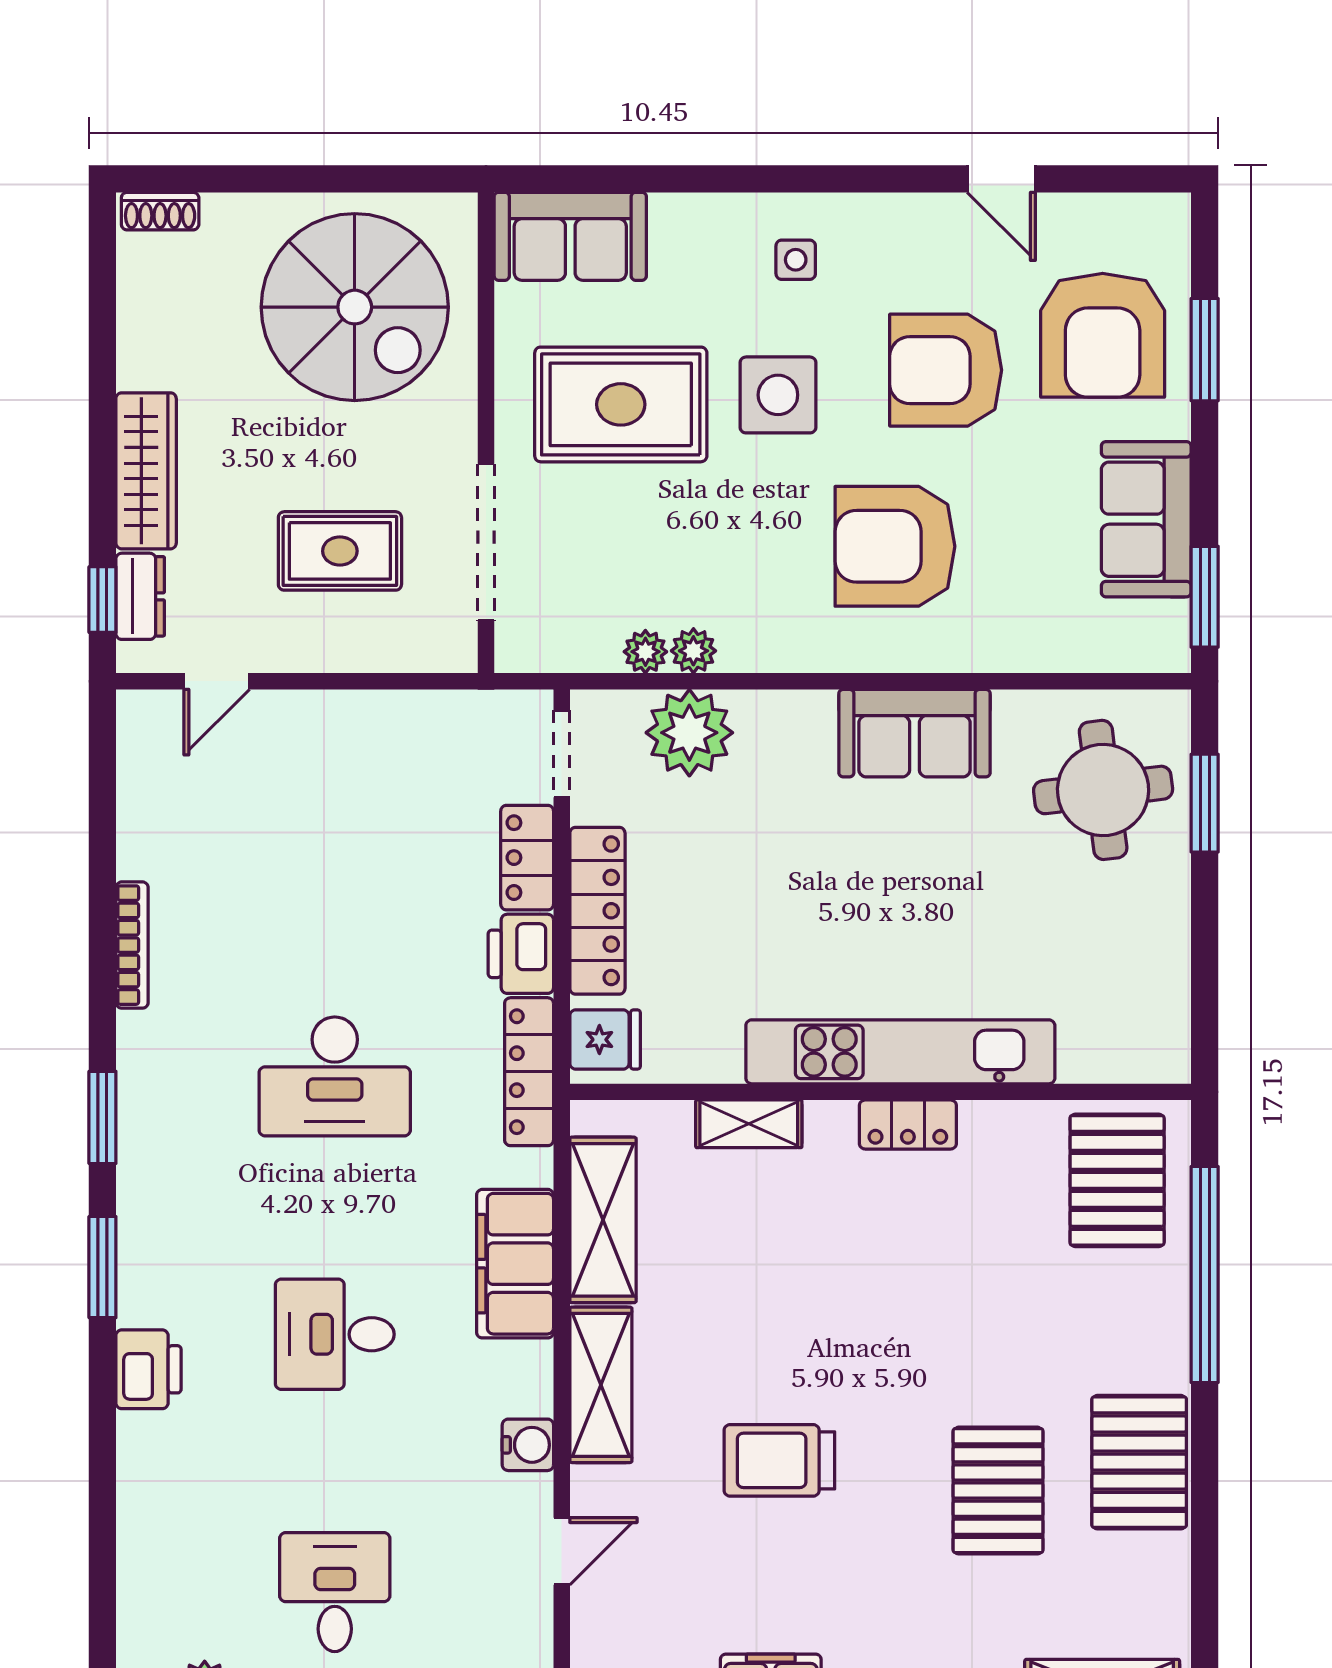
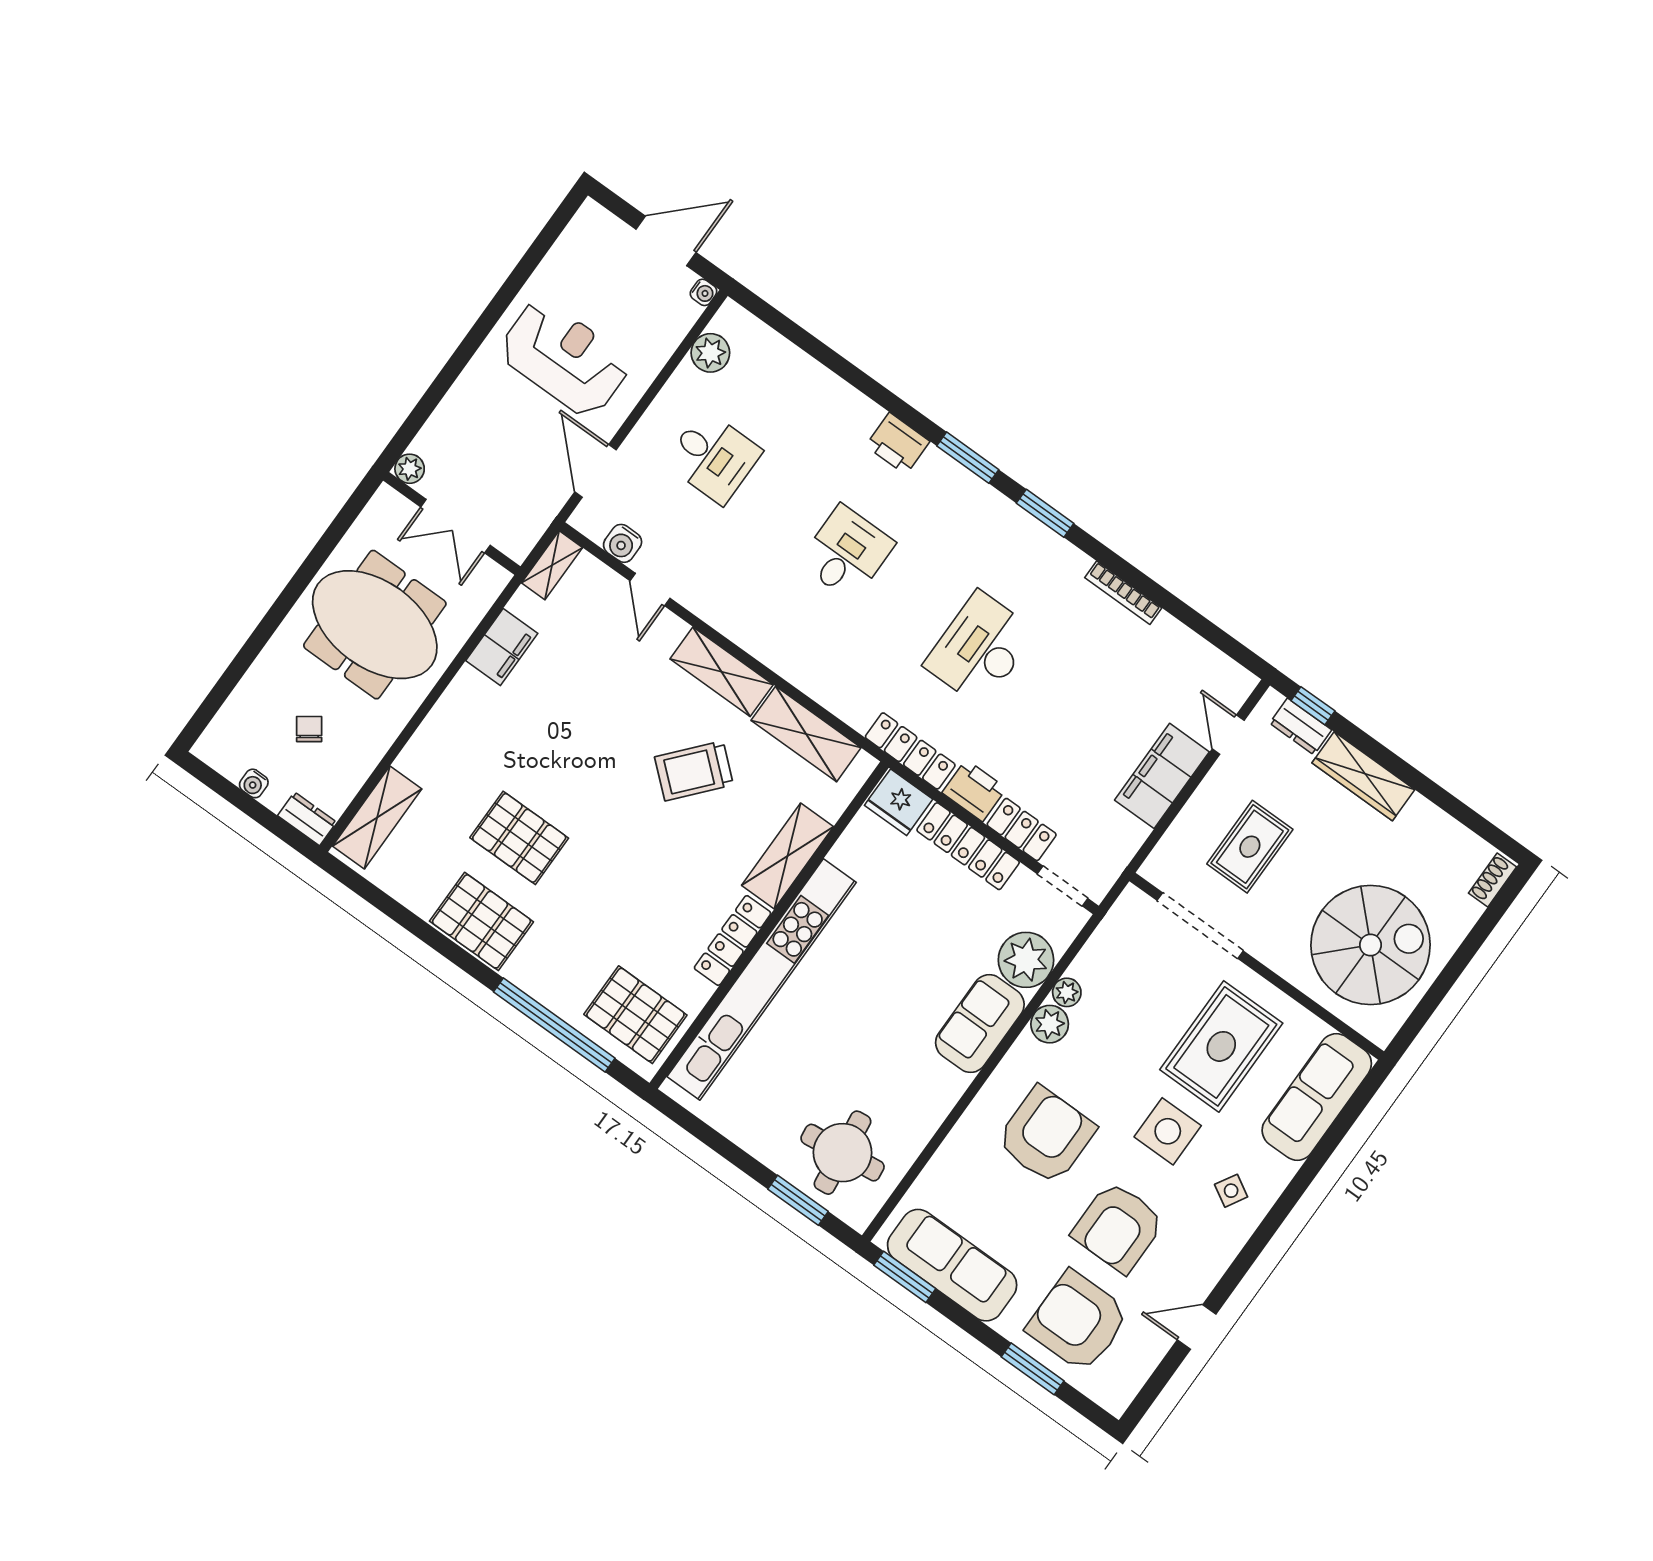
sofa: (570, 236) -> (1317, 1097), width x1.36
side table: (796, 260) -> (1231, 1191), turned 30
spiral stairs: (355, 307) -> (1371, 945), turned 180
armchair: (946, 370) -> (1118, 1227), turned 180
sofa: (1146, 519) -> (952, 1265), width x1.36
plant: (645, 652) -> (1050, 1024), moved, width x1.38, depth x1.38
sofa: (915, 733) -> (980, 1024), moved
fridge: (605, 1040) -> (899, 802), width x1.38
kitchen unit: (900, 1052) -> (762, 979), width x1.36
shelving: (749, 1124) -> (788, 856), width x1.50, depth x1.33
locker: (908, 1125) -> (733, 941), width x1.53
filing cabinet: (515, 1264) -> (1162, 776), moved, turned -90
water cooler: (528, 1445) -> (623, 543), moved
trolley: (779, 1460) -> (694, 771), moved, turned -139

